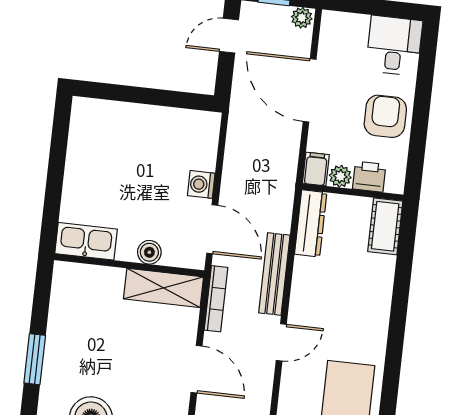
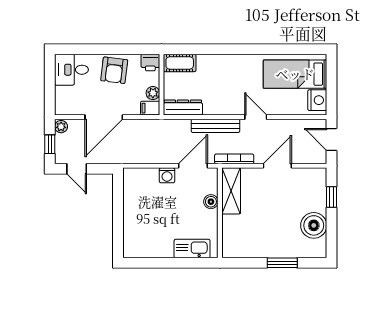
armchair: (385, 116) -> (114, 70), turned -83
printer: (369, 177) -> (150, 63), moved, turned -90
kitchen sink: (86, 241) -> (192, 249), moved, turned 90

